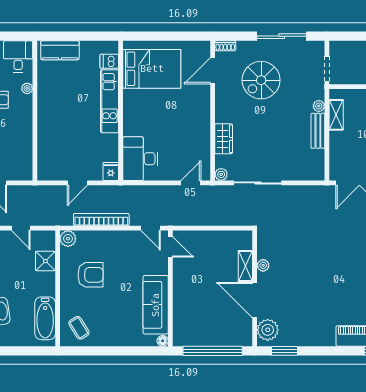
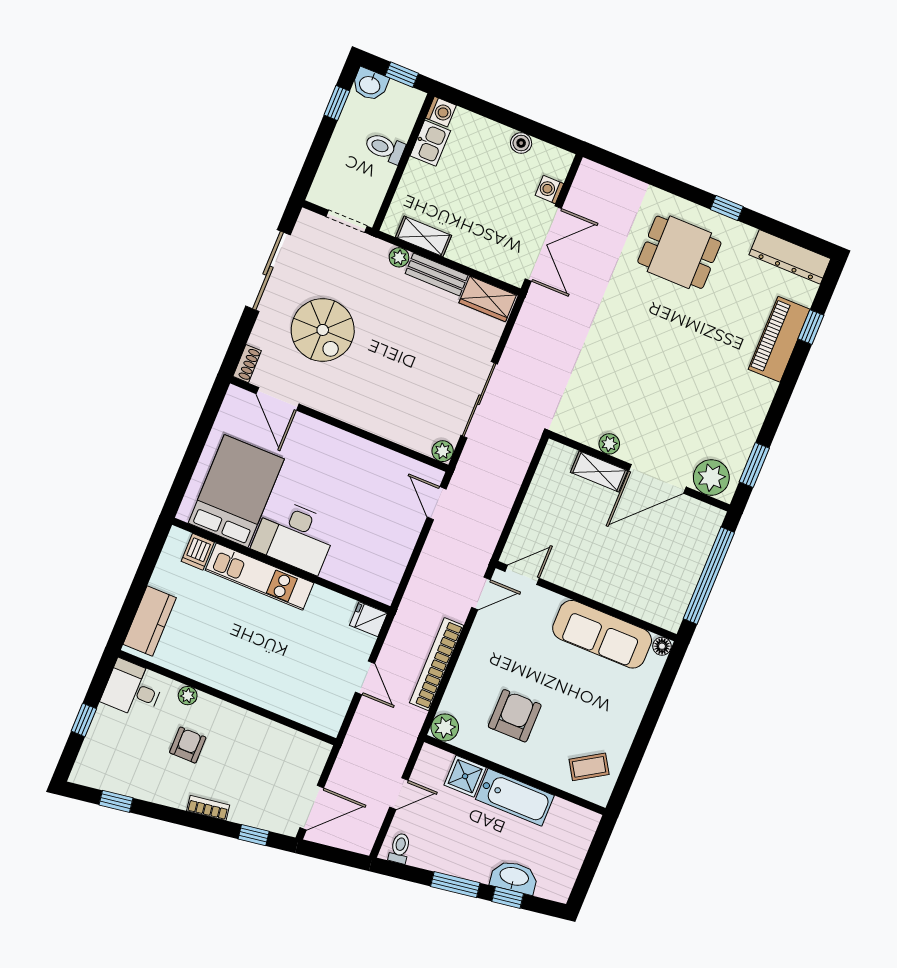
wardrobe: (224, 139) -> (488, 299), moved, turned 180
desk: (140, 159) -> (295, 536), moved
bathtub: (45, 318) -> (515, 797), moved

